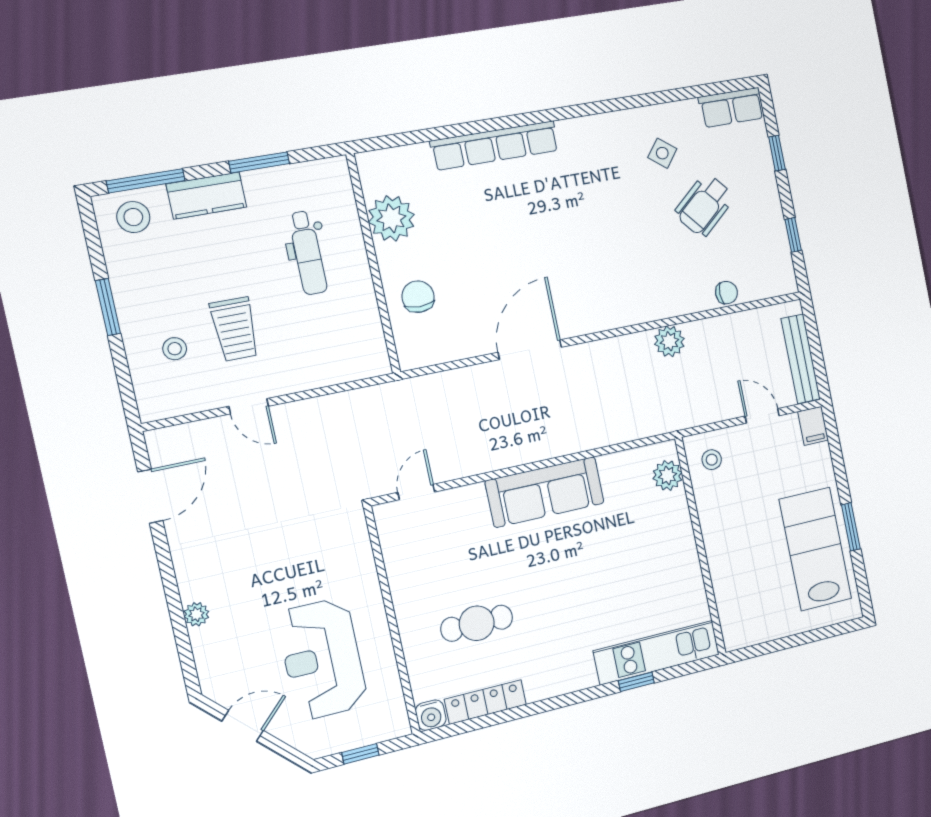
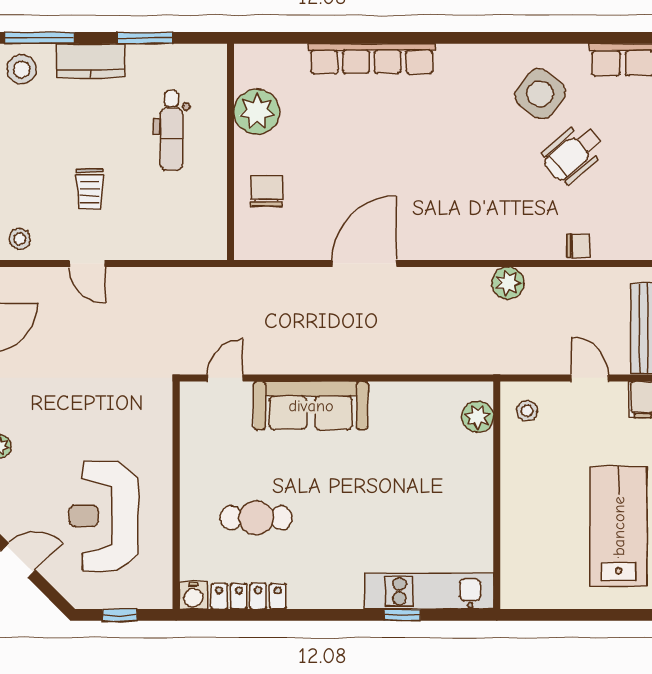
side table: (662, 153) -> (540, 94), width x1.87, depth x1.87
trolley: (235, 329) -> (90, 189), width x0.73, depth x0.72
stool: (175, 349) -> (20, 239), moved
sofa: (545, 492) -> (311, 406), moved

